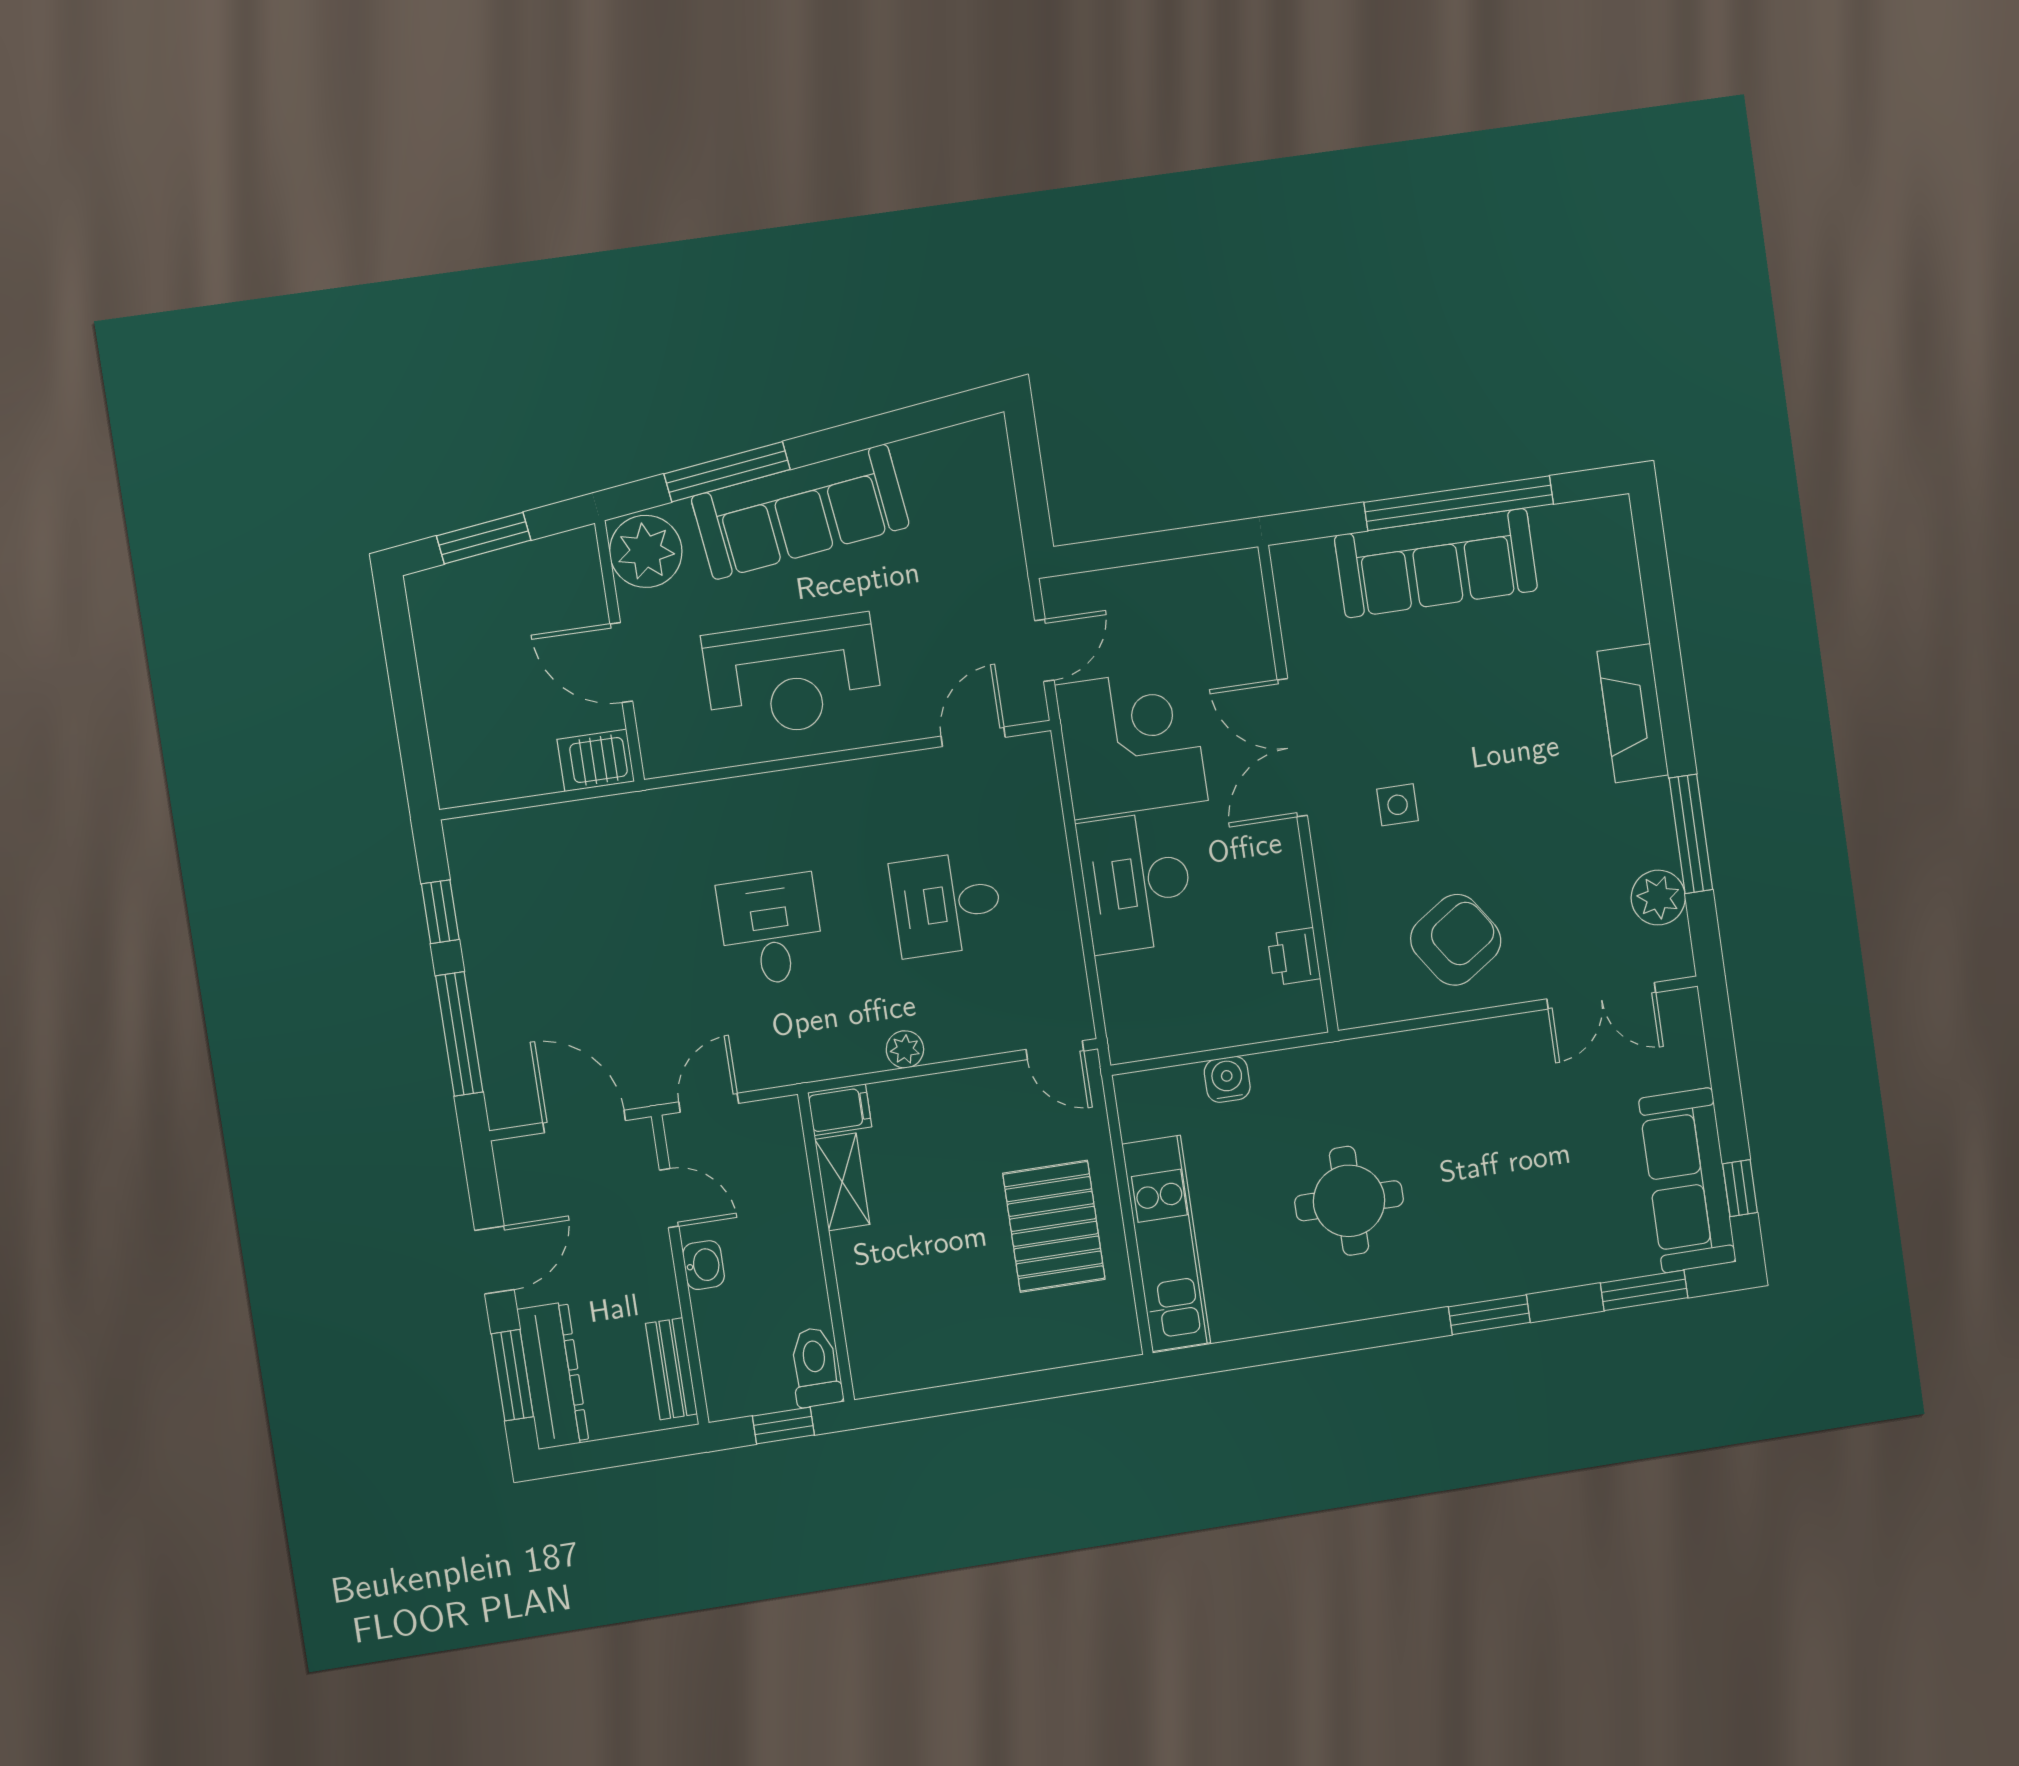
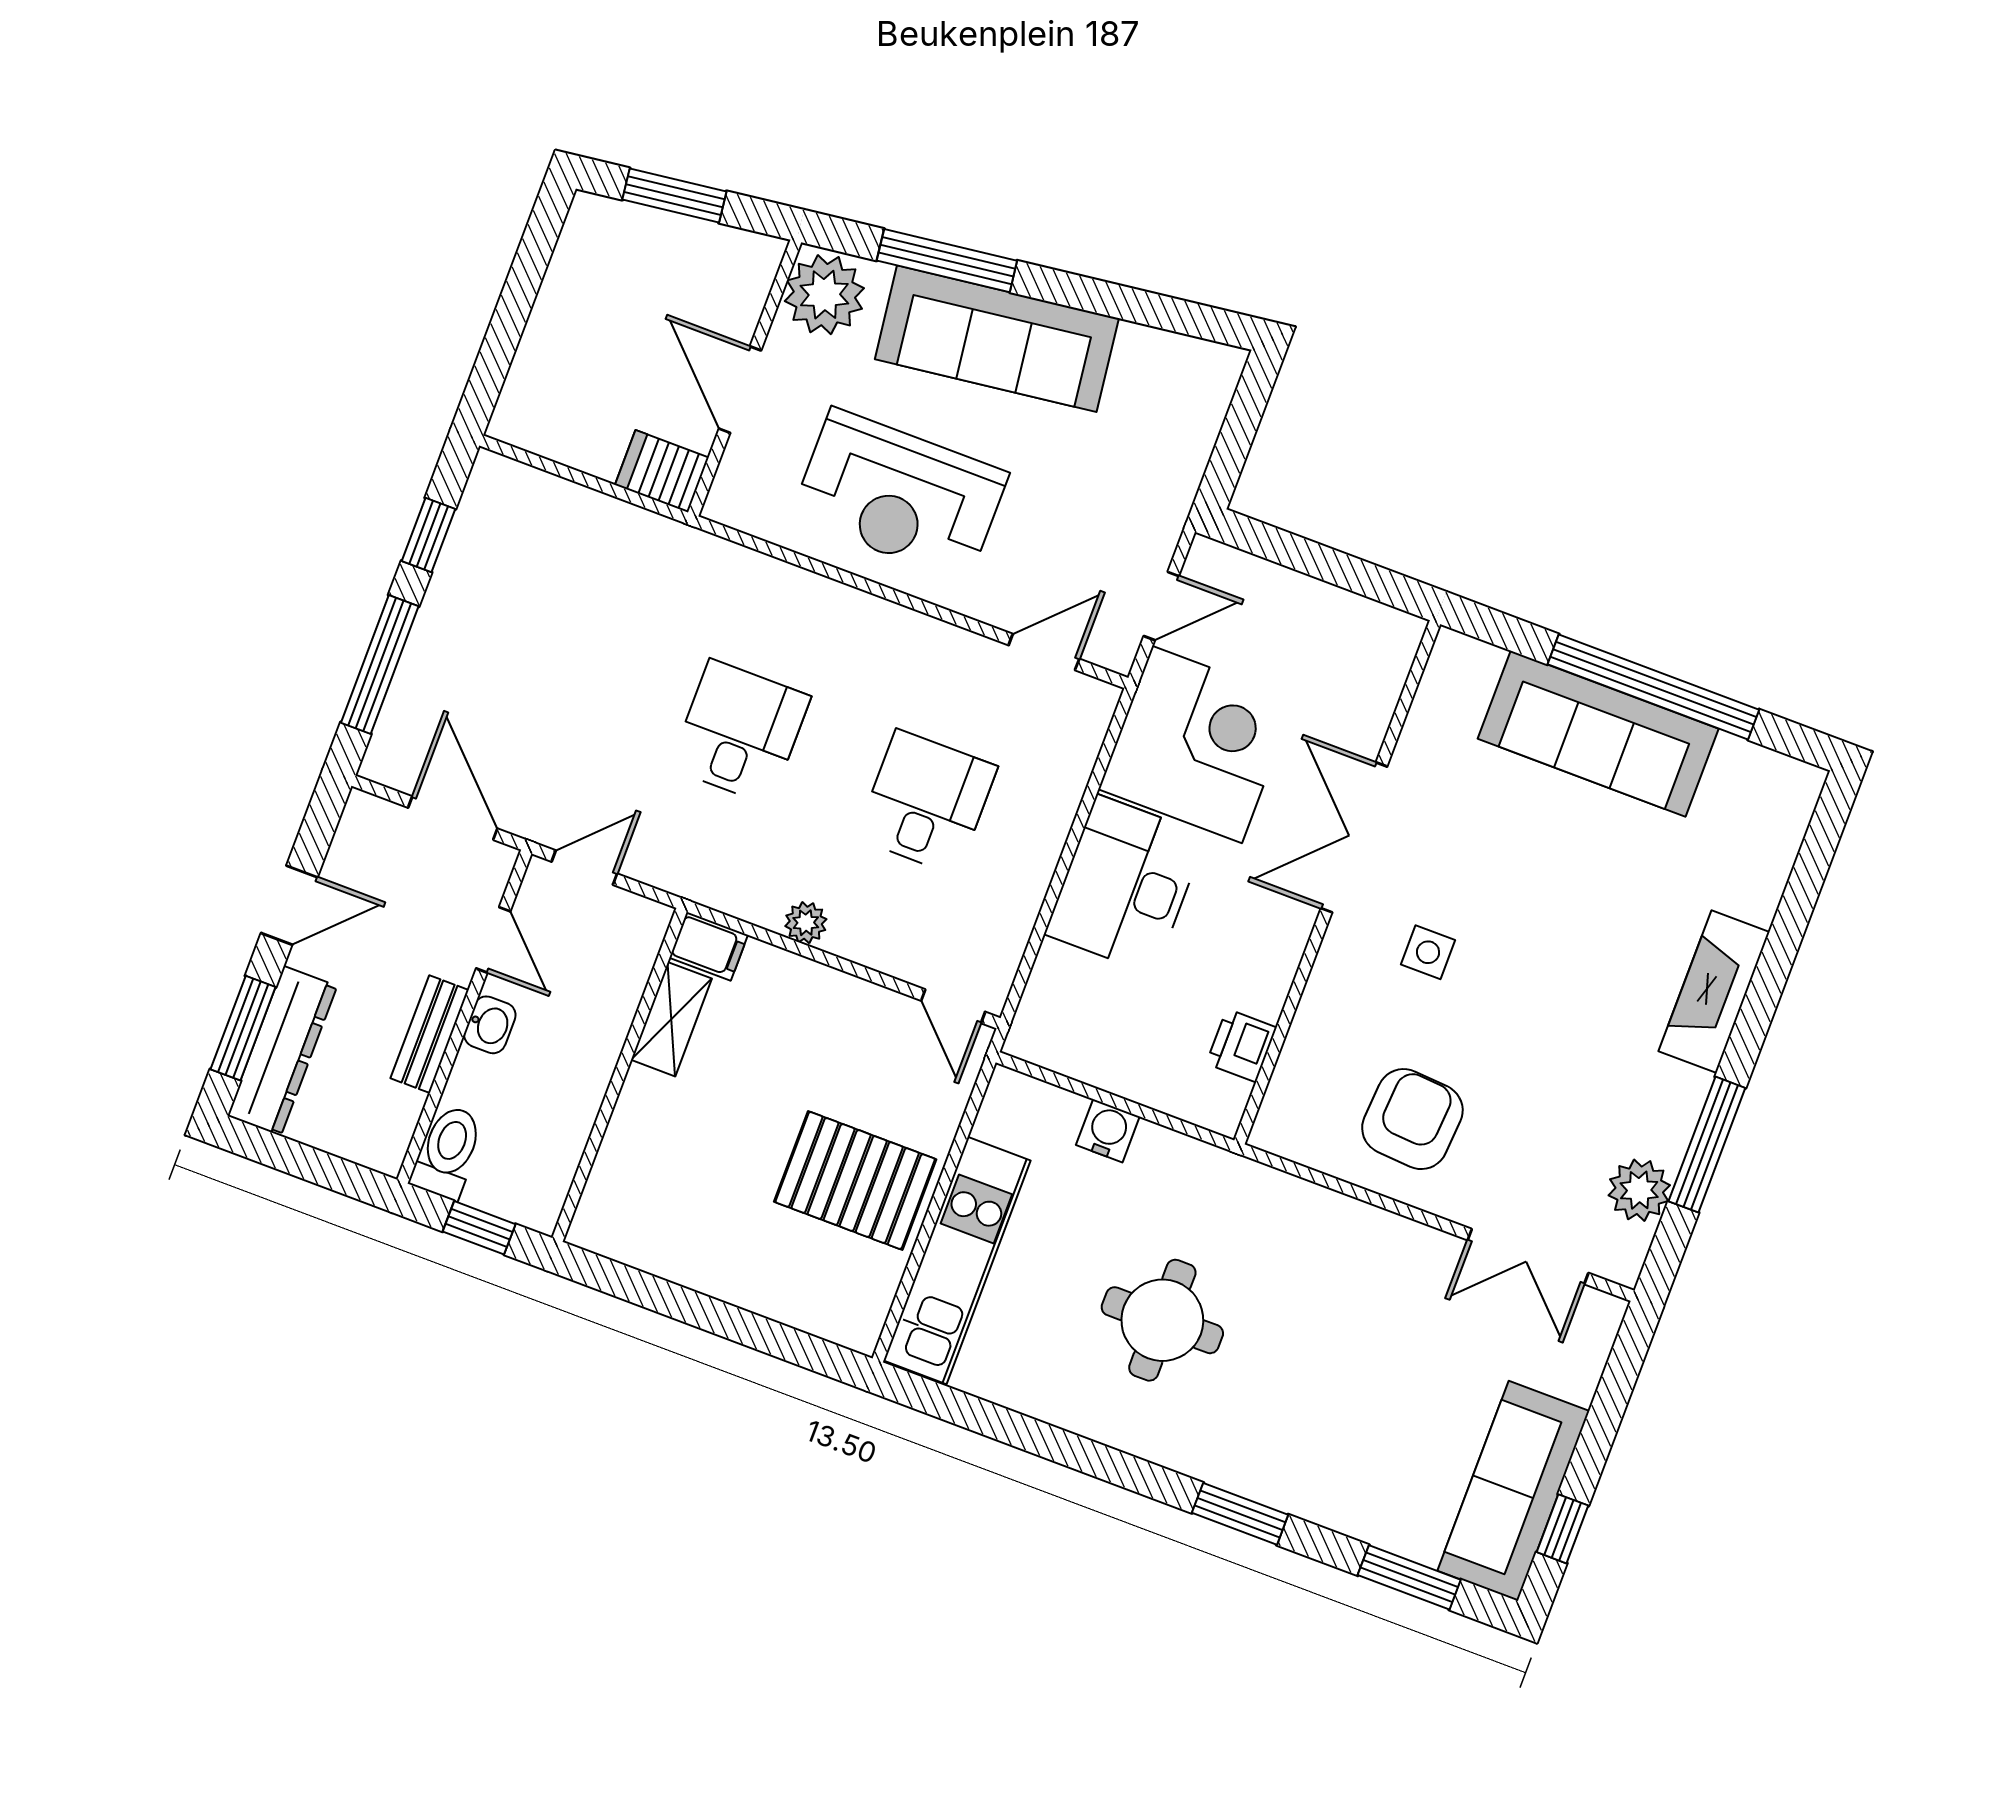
desk: (947, 904) -> (927, 802), turned 90
armchair: (1456, 940) -> (1412, 1119), turned -52
pallet: (1054, 1226) -> (855, 1180), turned 90
toilet: (815, 1367) -> (448, 1152), moved
bench: (671, 1369) -> (430, 1034), moved

